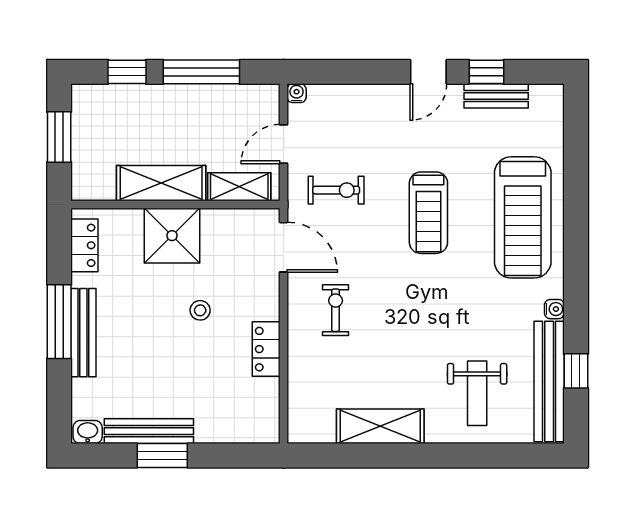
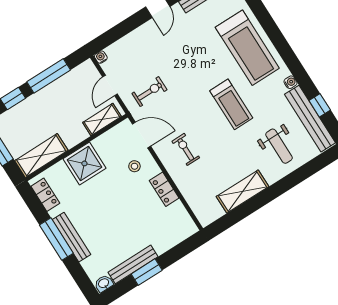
shelving: (161, 183) -> (41, 155), moved
treadmill: (428, 213) -> (231, 104), moved
stool: (200, 310) -> (134, 166), moved

